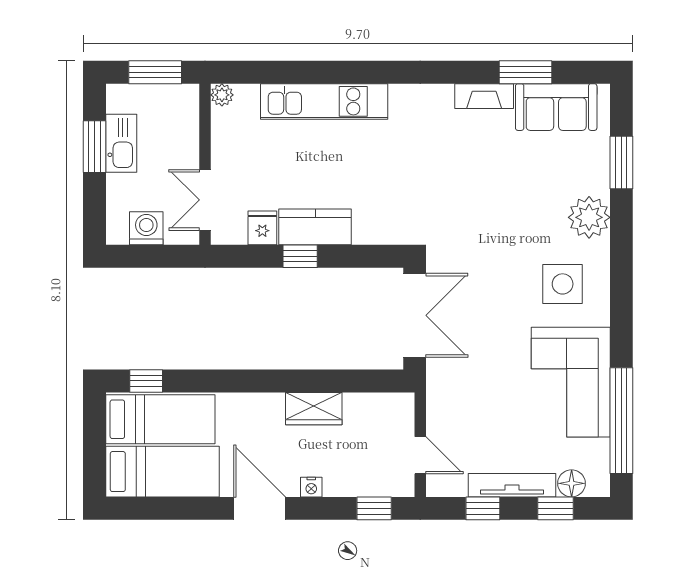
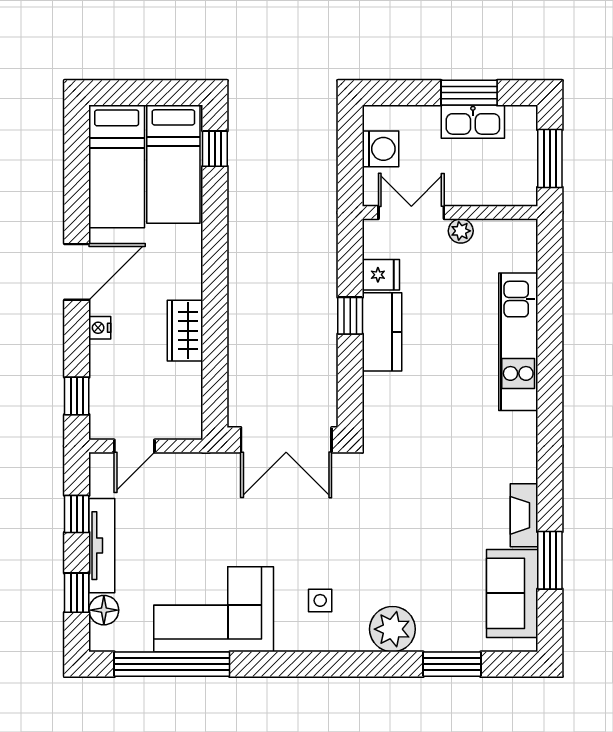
plant: (222, 95) -> (461, 231), moved
side table: (563, 284) -> (320, 600), width x0.54, depth x0.54

